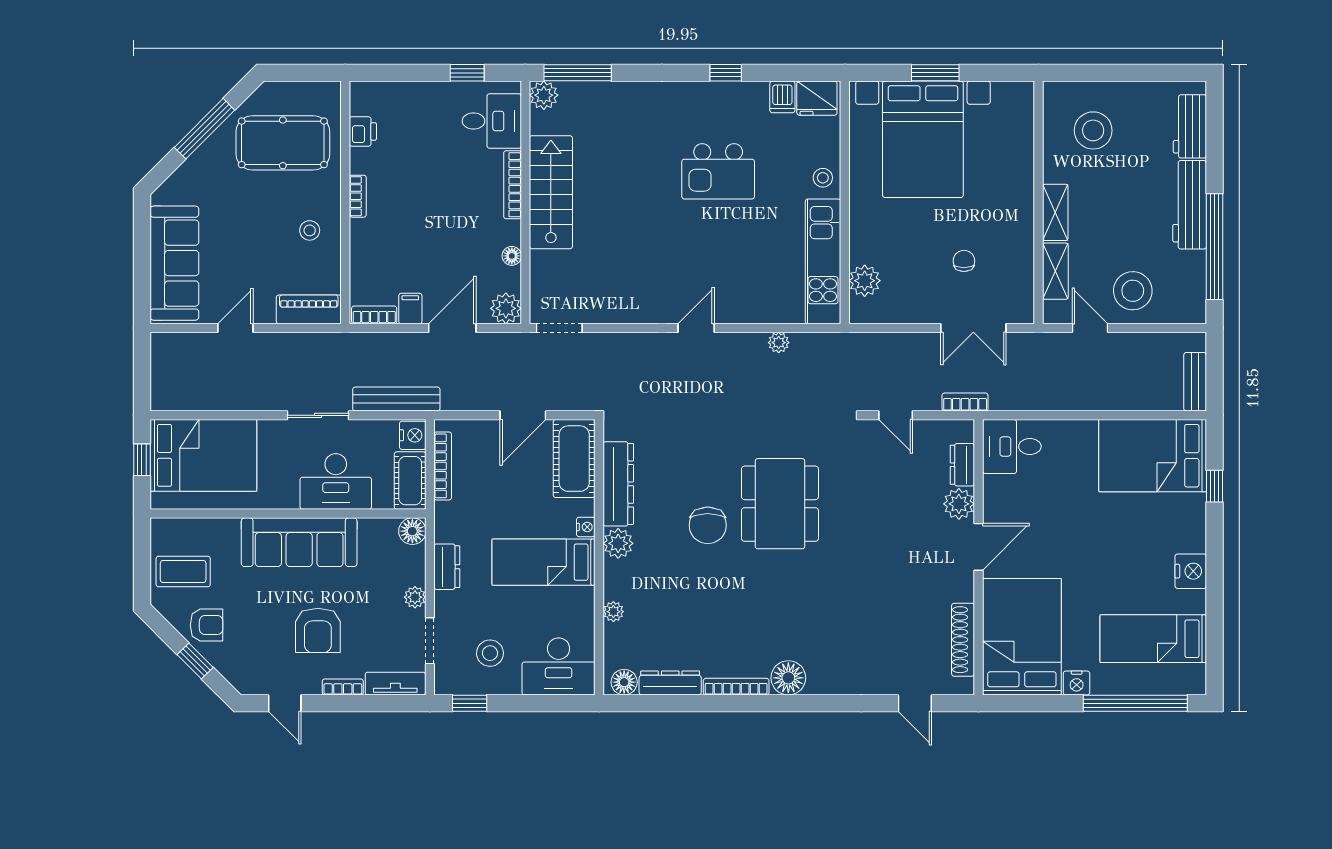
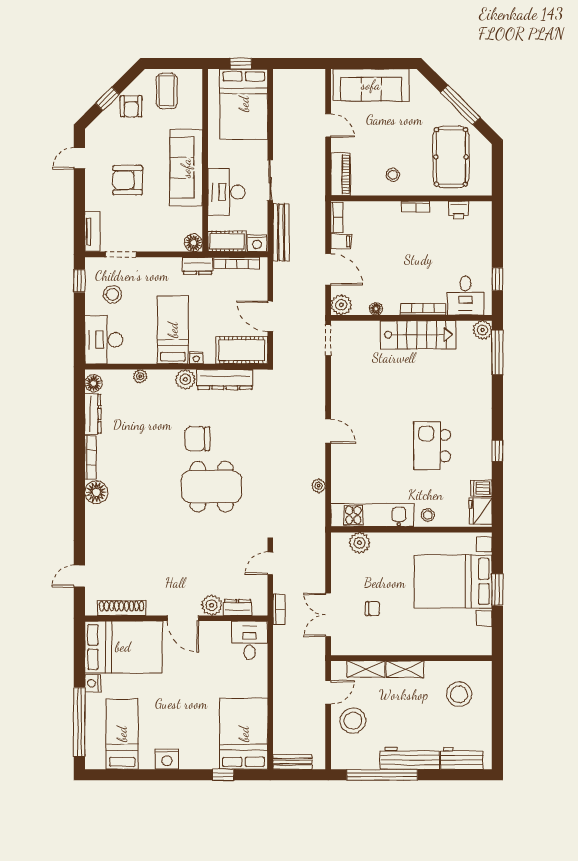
dresser: (447, 567) -> (197, 266), moved
plant: (415, 597) -> (150, 245), removed
bookcase: (343, 687) -> (90, 197), removed

